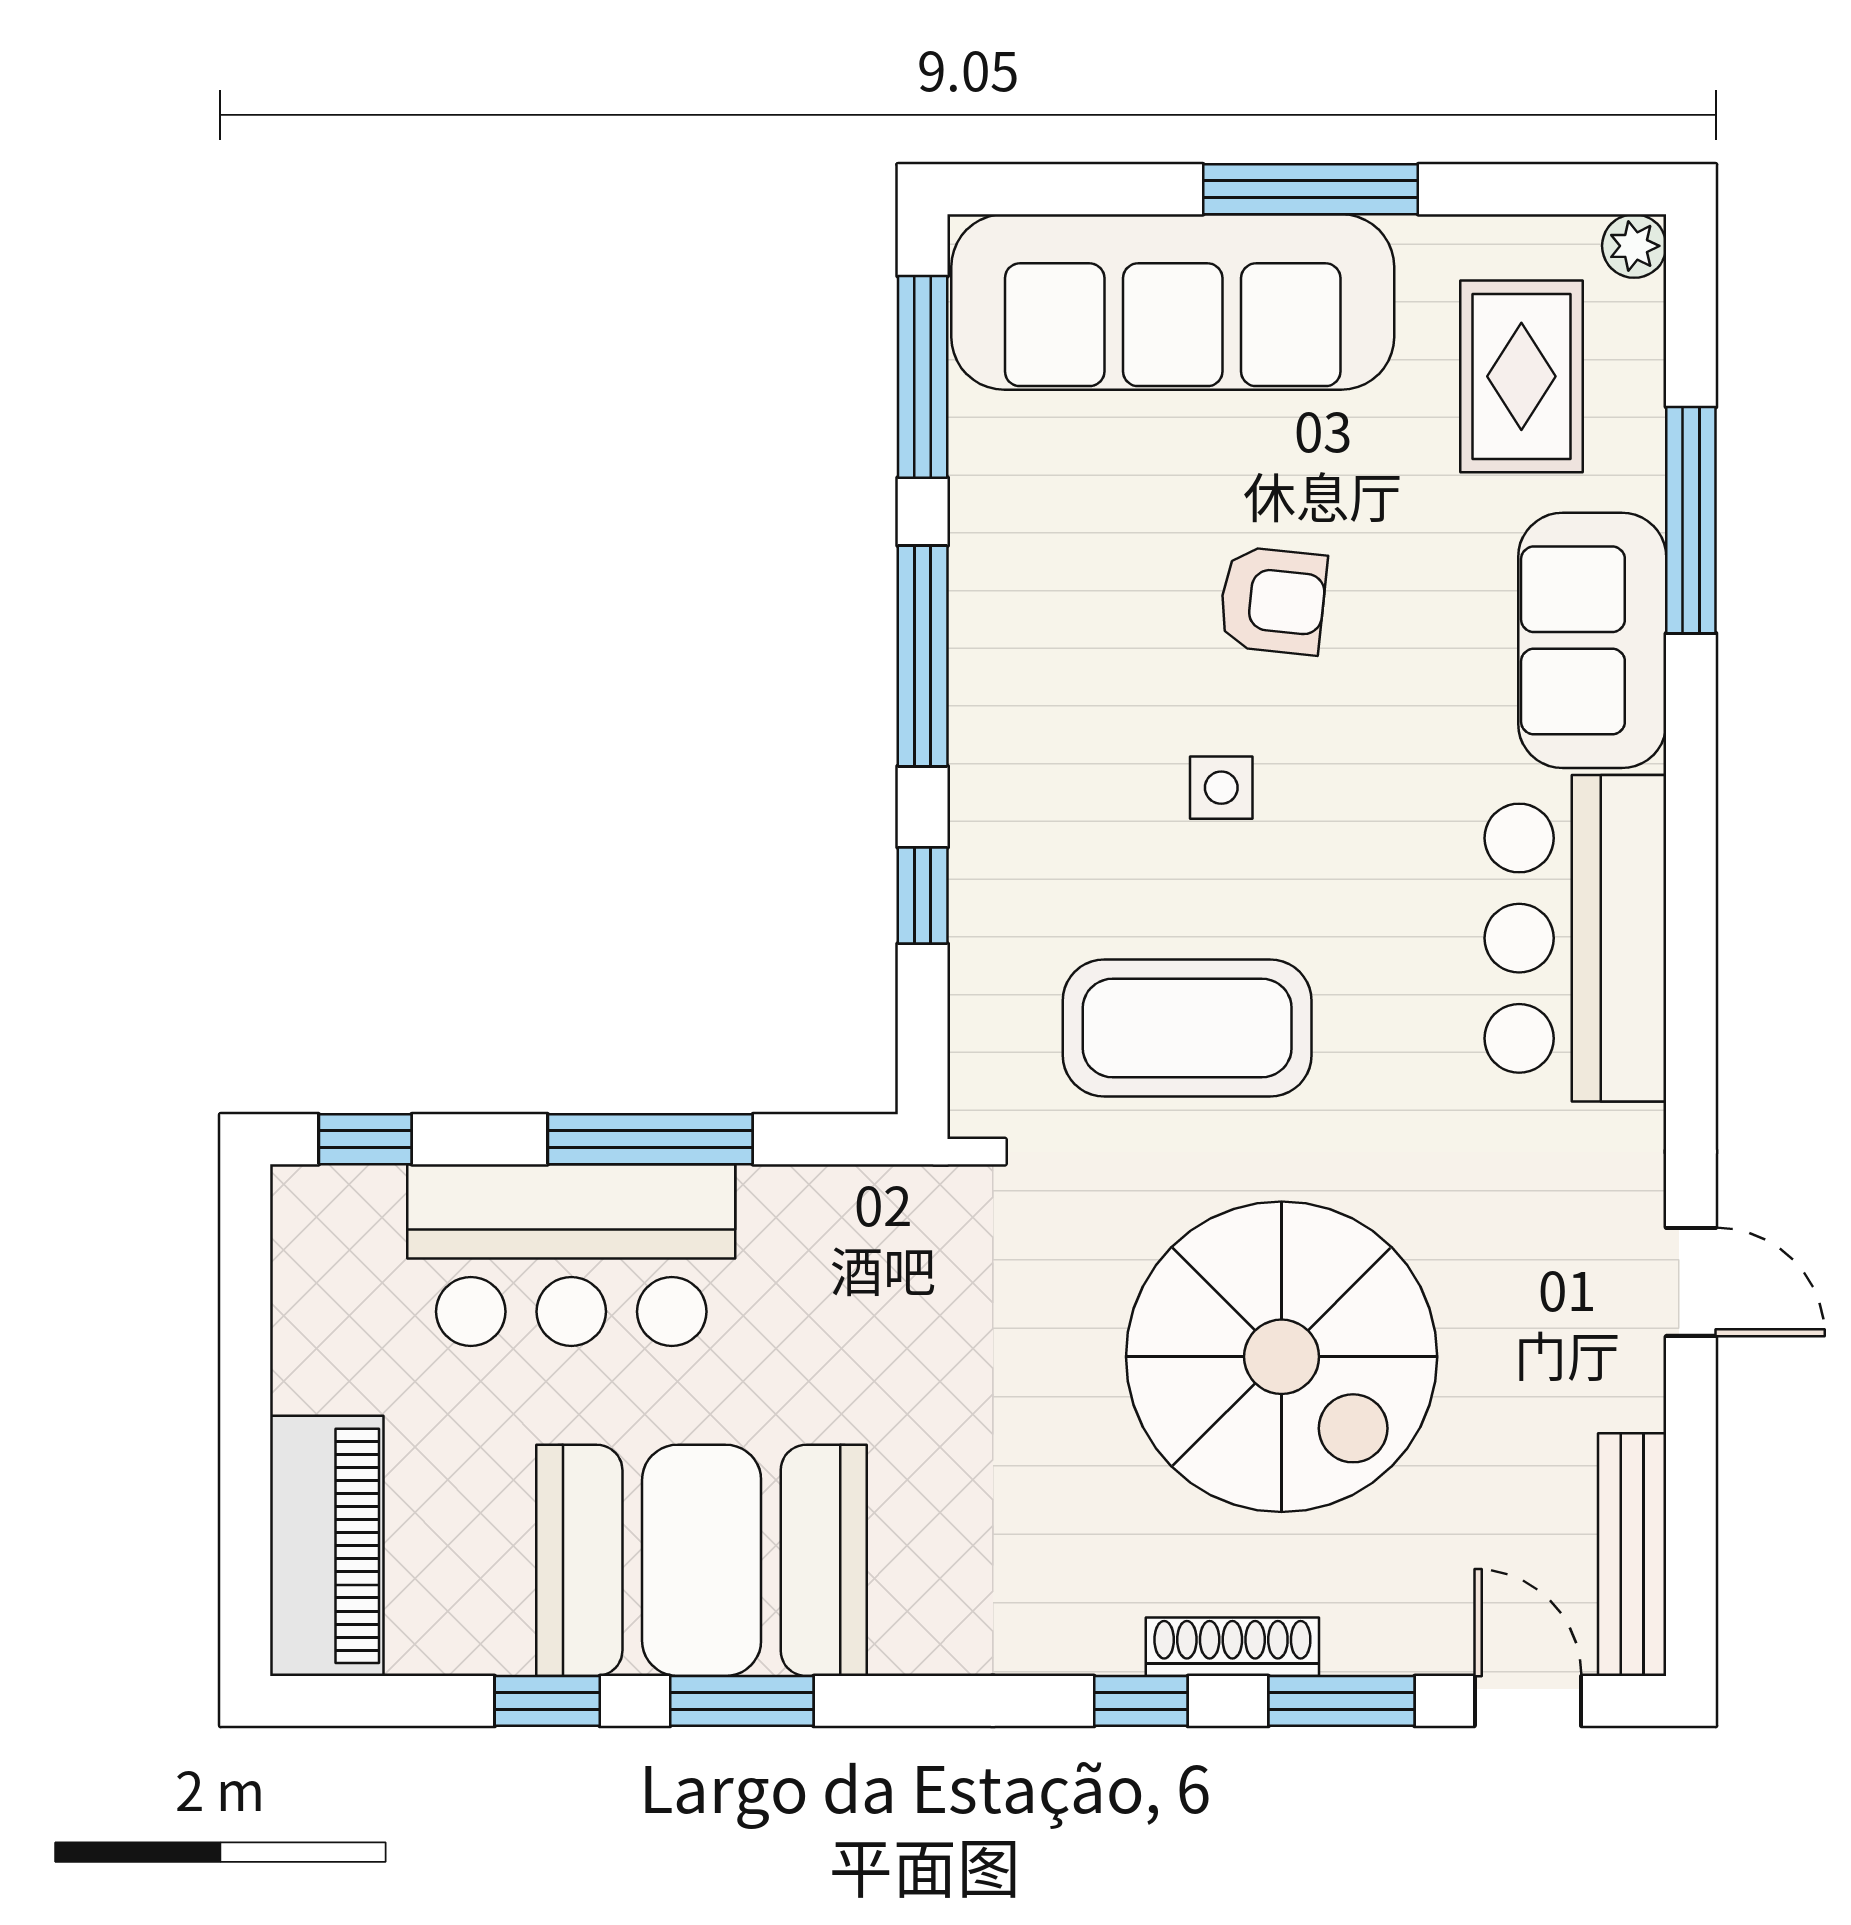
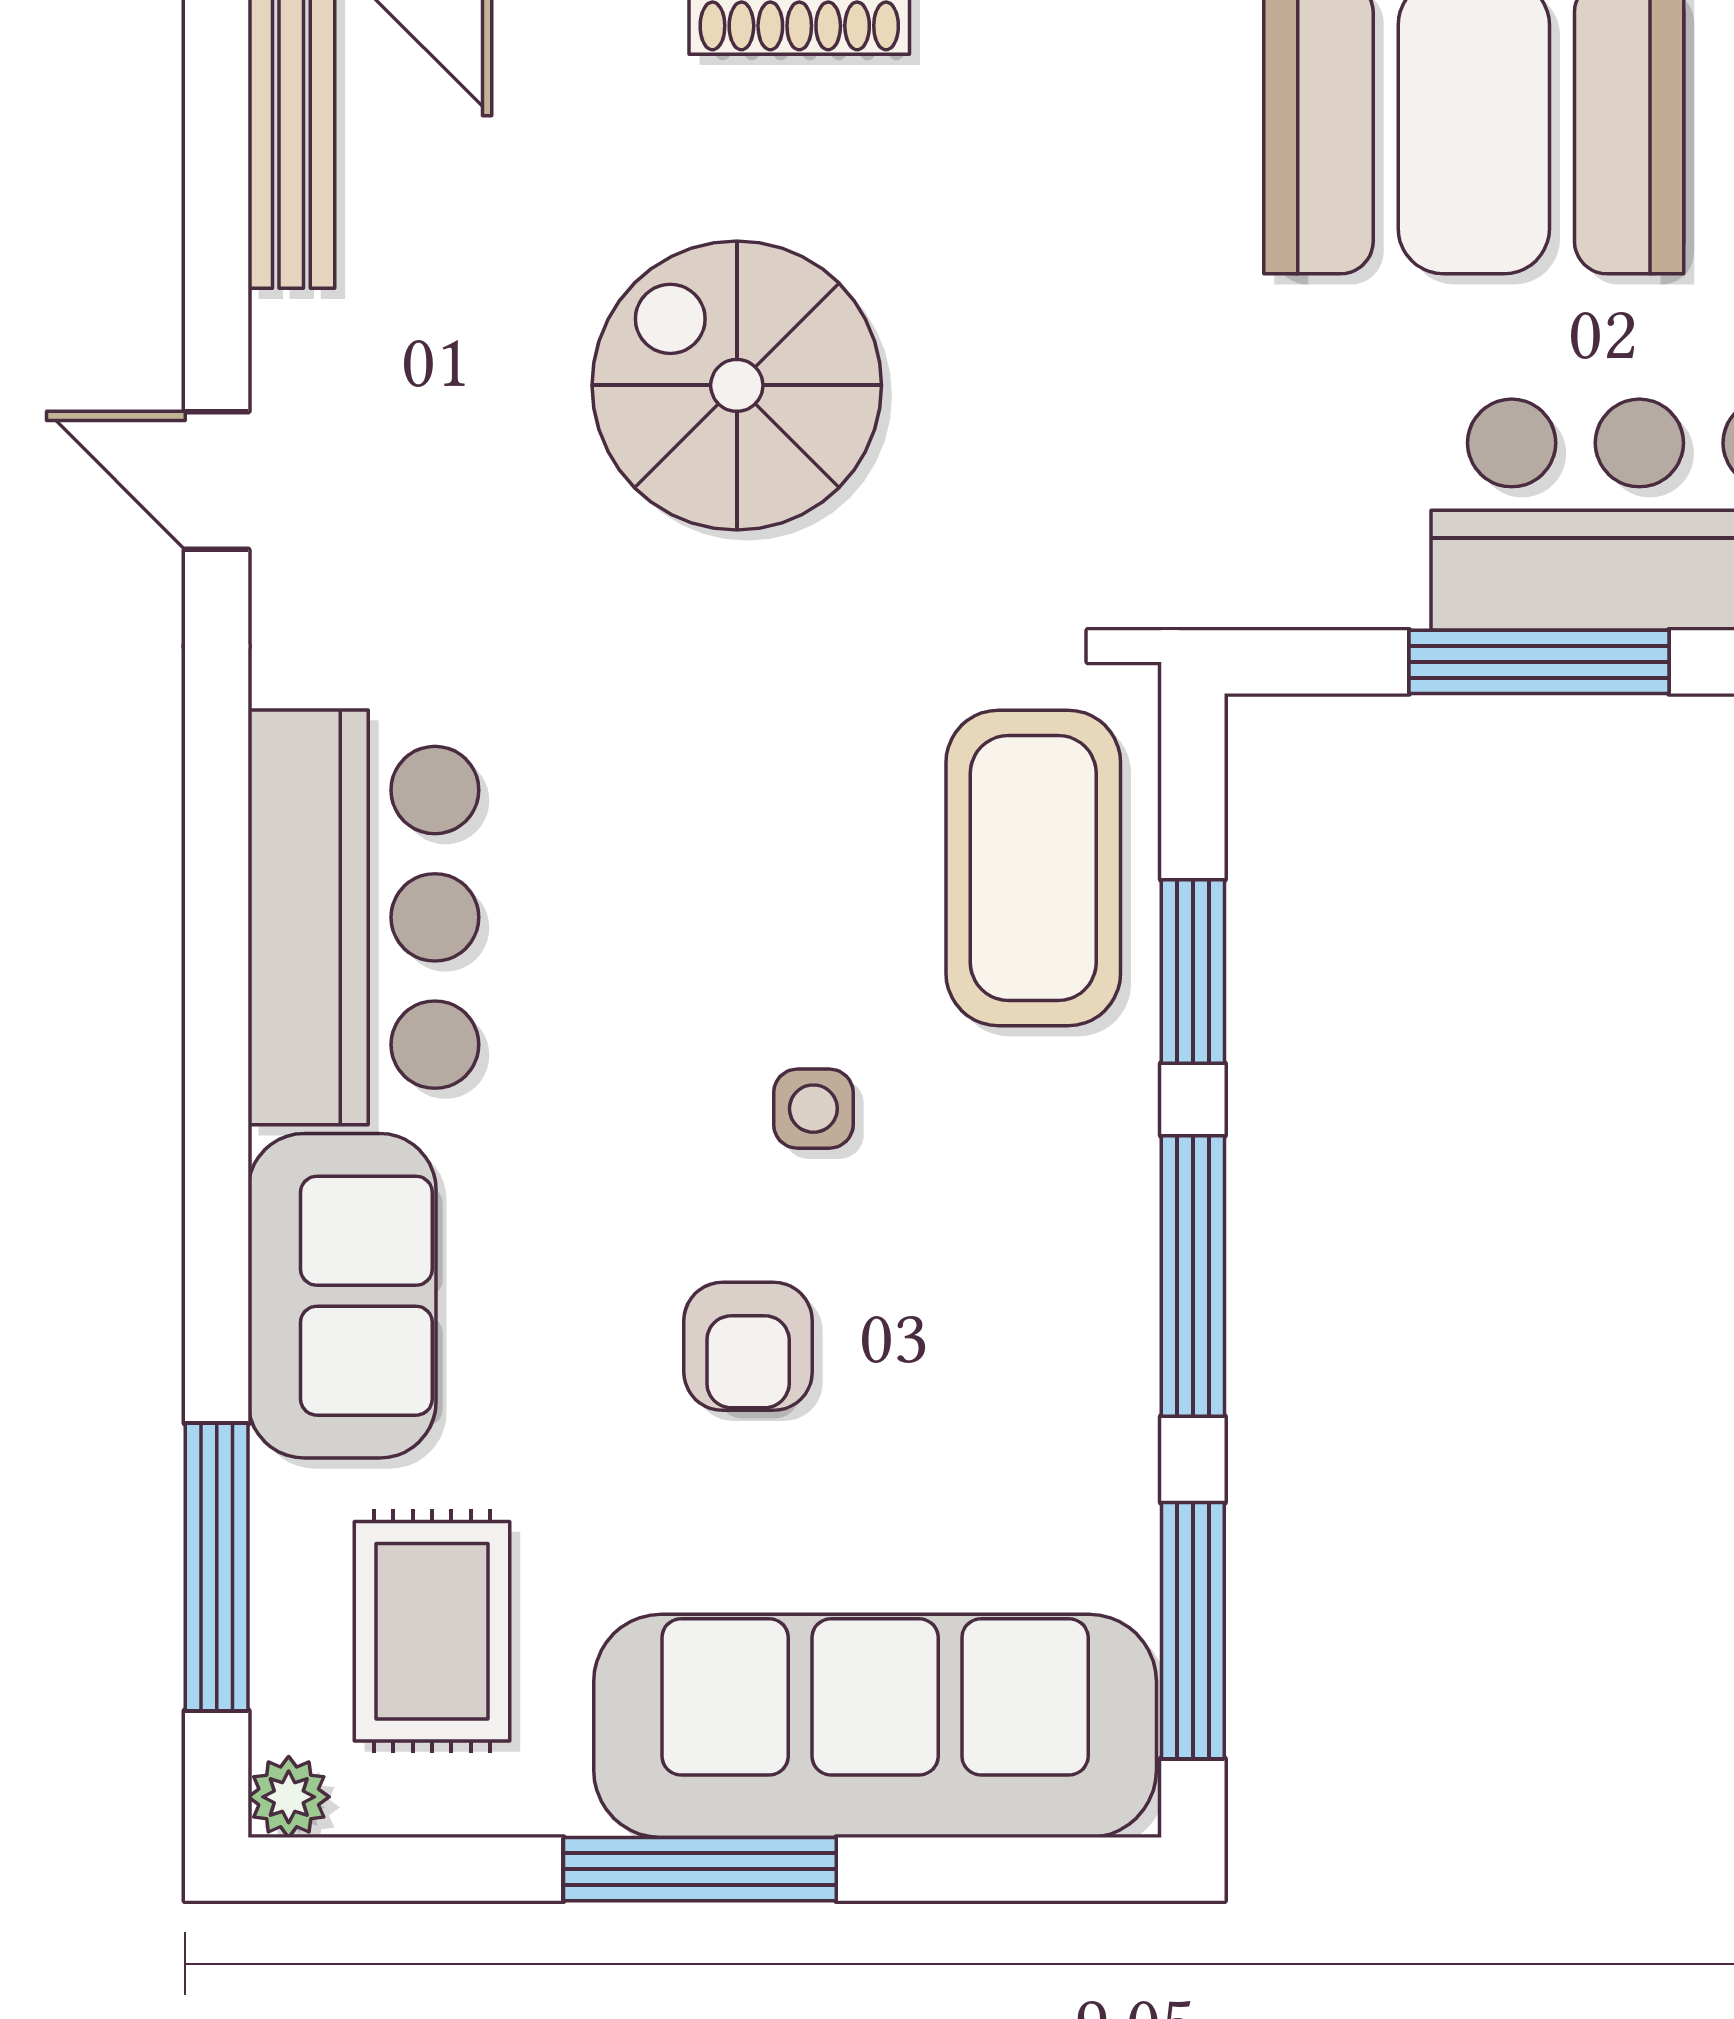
window: (1691, 520) -> (217, 1567), moved
armchair: (1273, 601) -> (748, 1346), turned -96
window: (923, 896) -> (1193, 972), width x1.50
coffee table: (1187, 1028) -> (1033, 868), moved, turned 90
spiral stairs: (1282, 1357) -> (737, 385), width x0.73, depth x0.73

